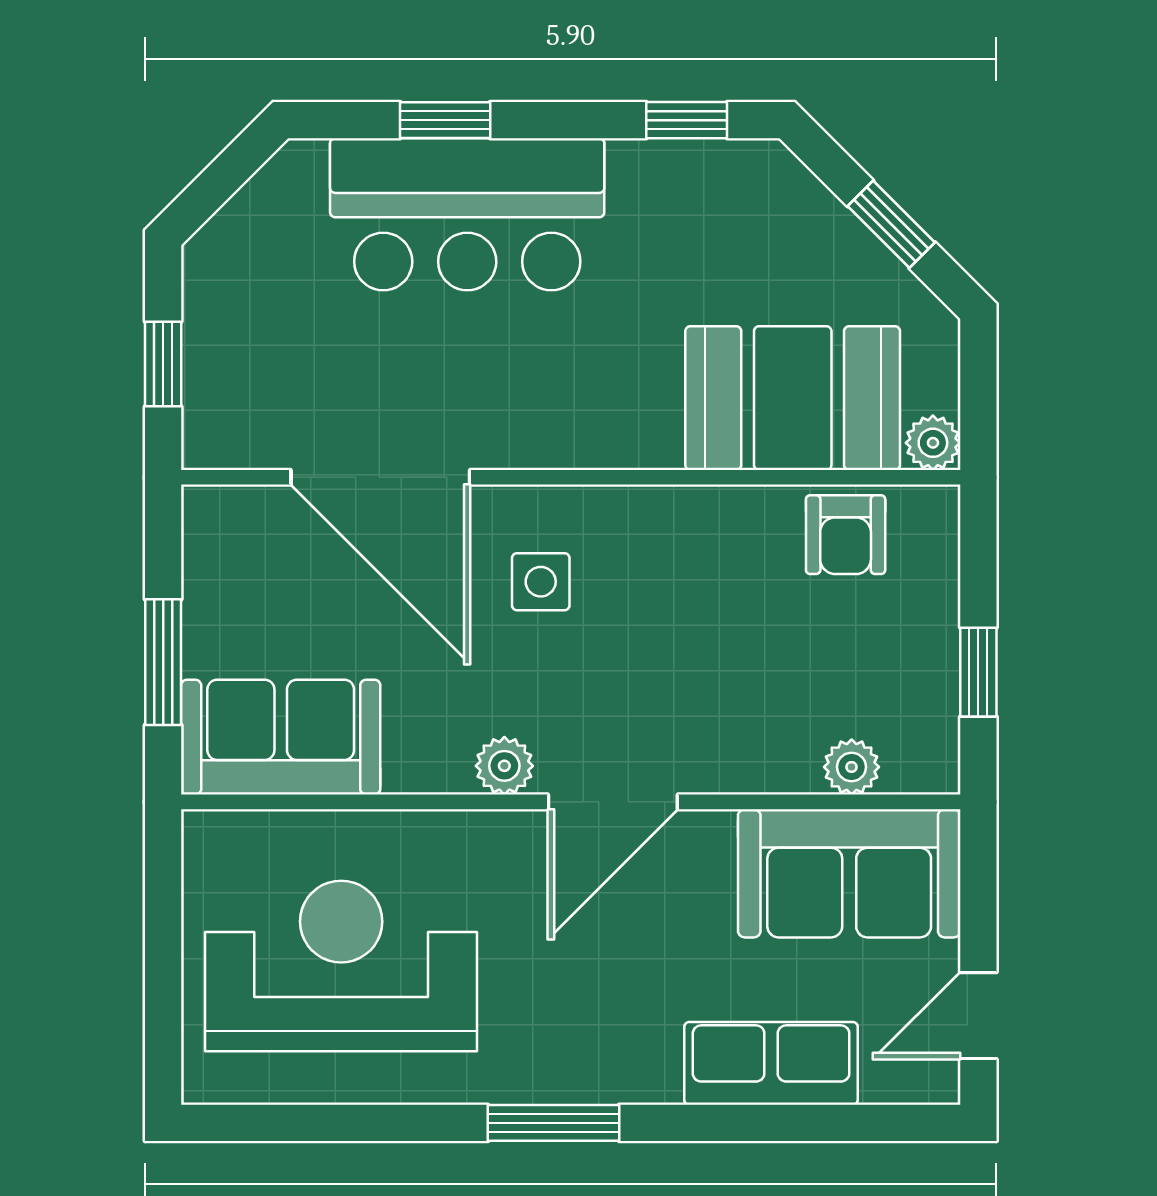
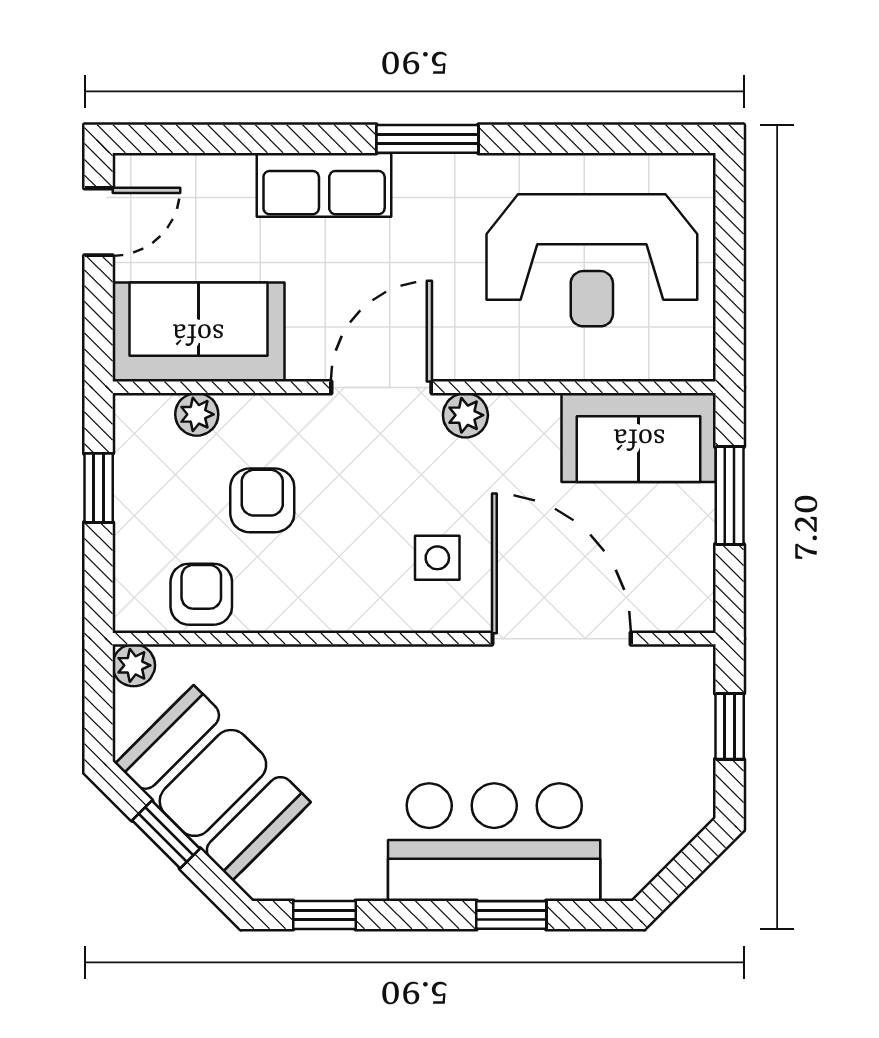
booth: (793, 398) -> (213, 783), moved, turned 45
armchair: (767, 656) -> (262, 500), added
row of seats: (771, 1063) -> (324, 185), moved

